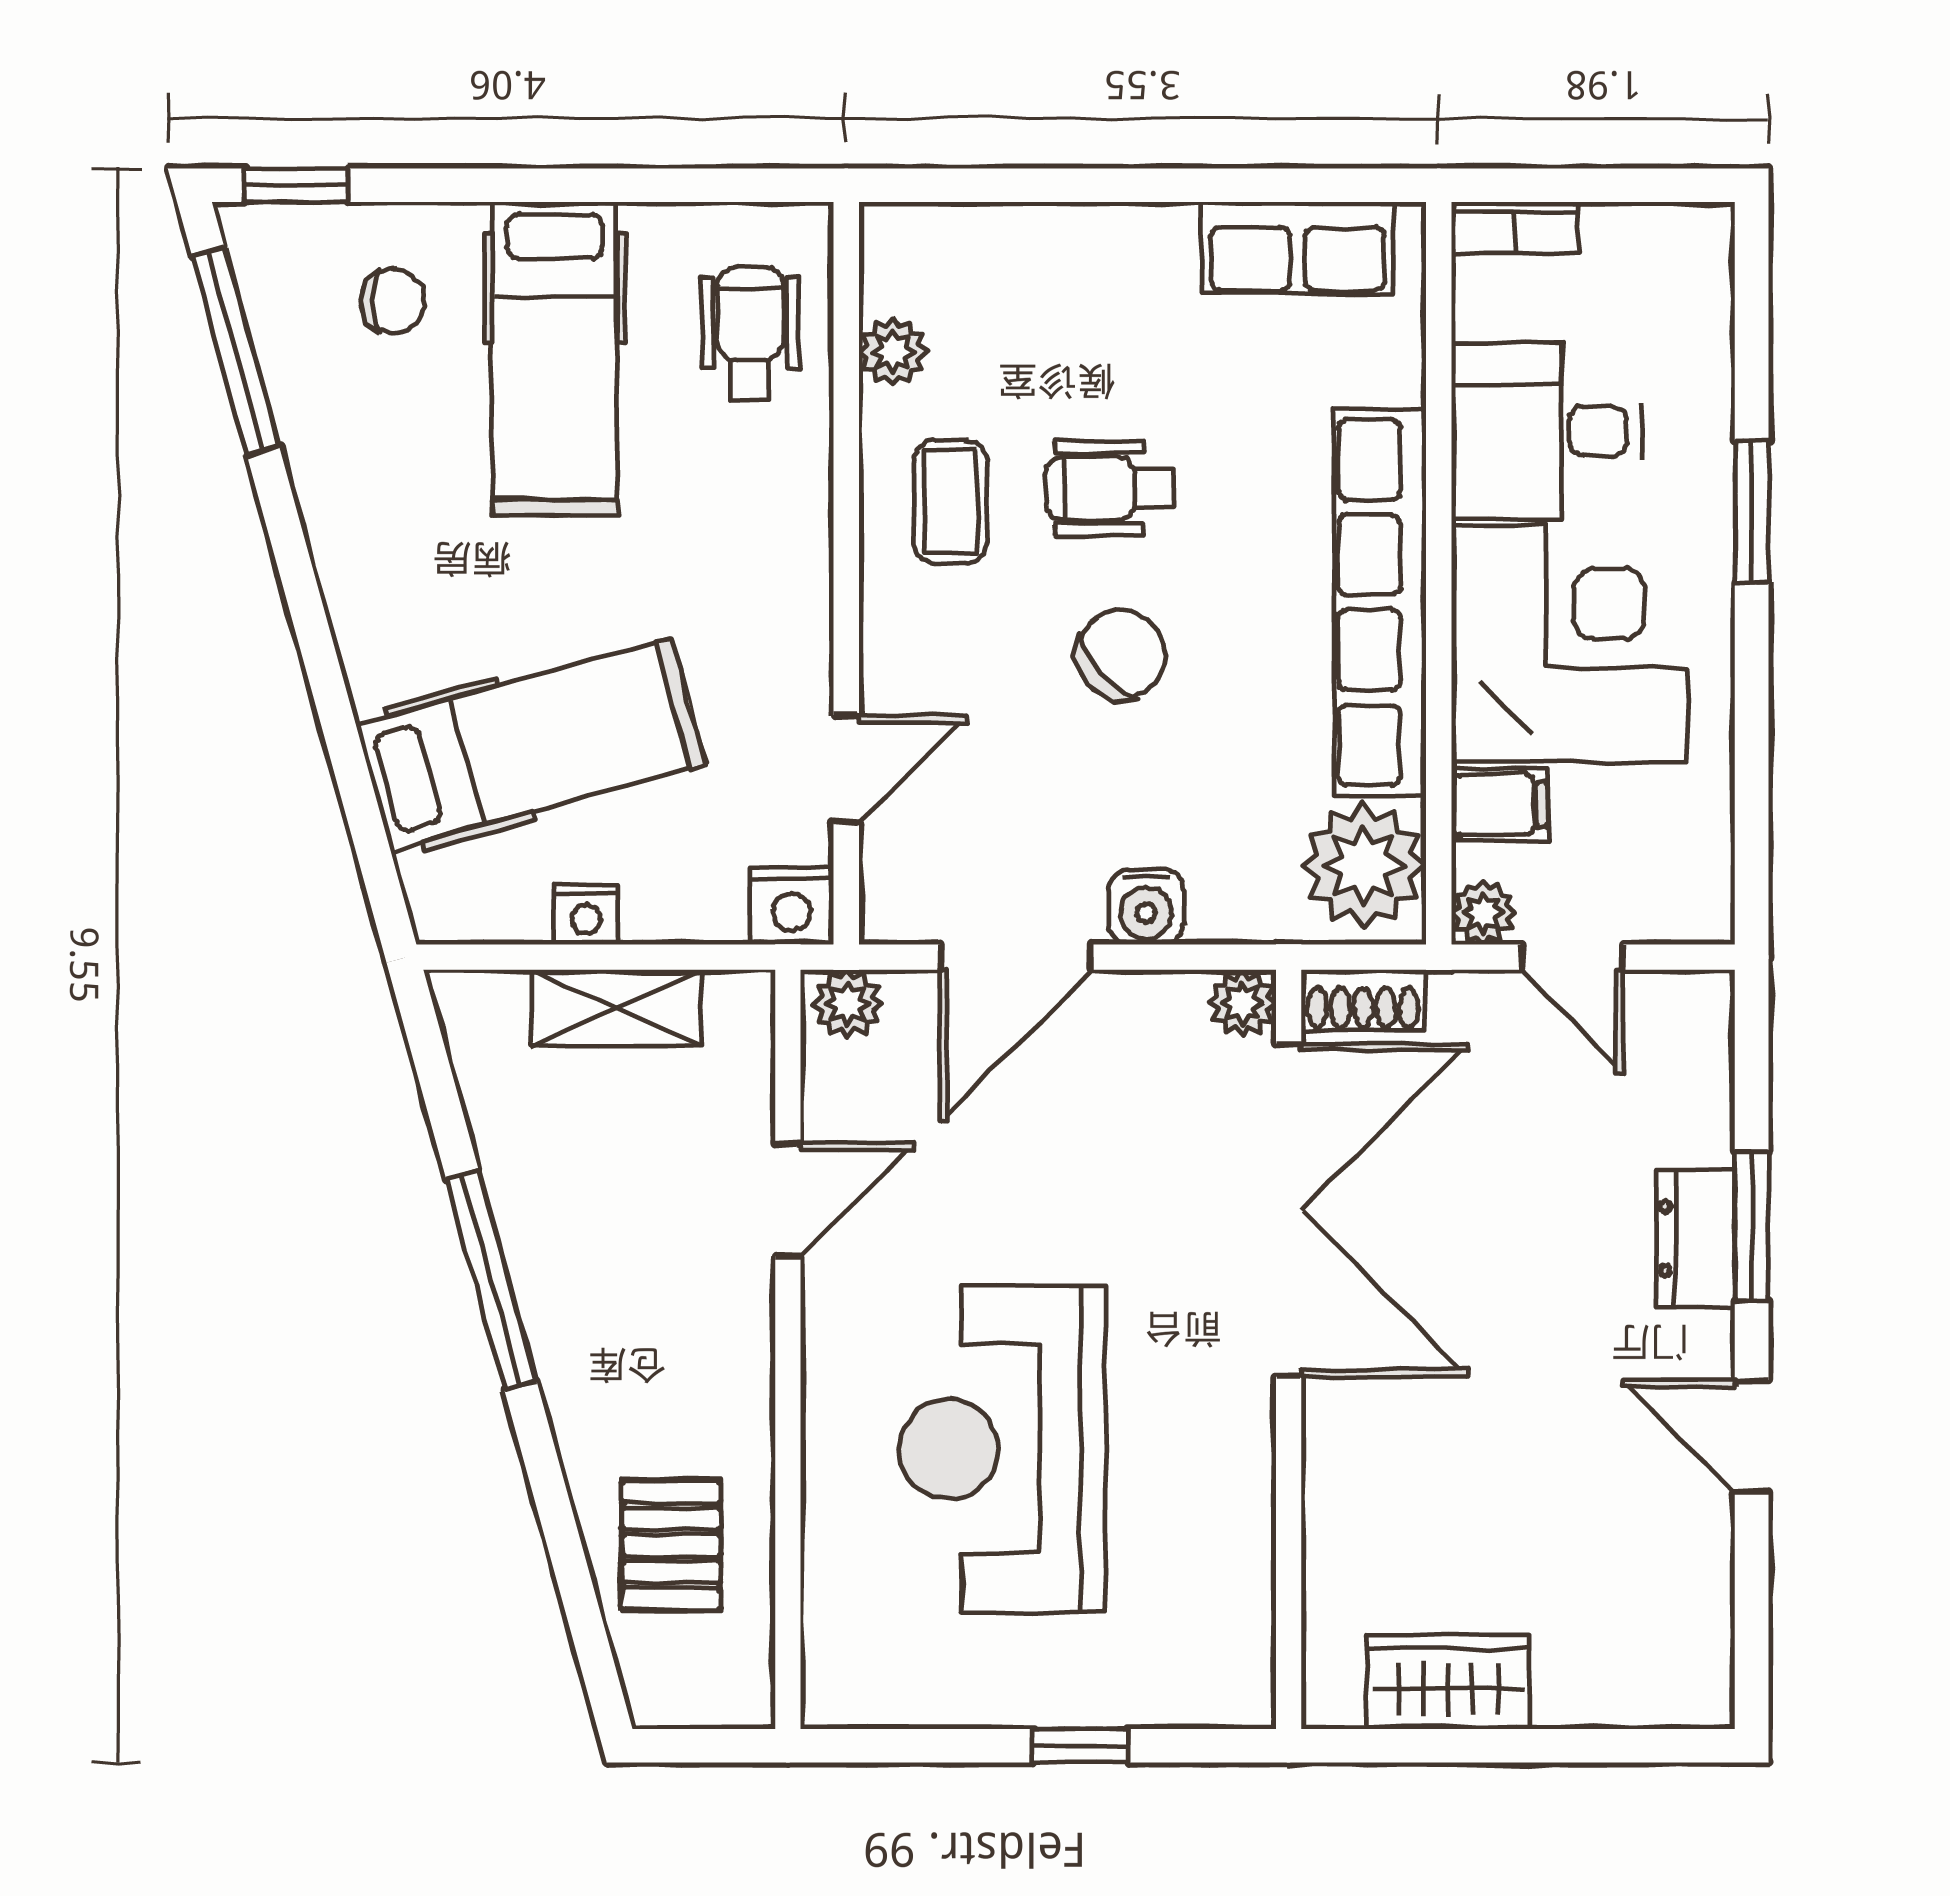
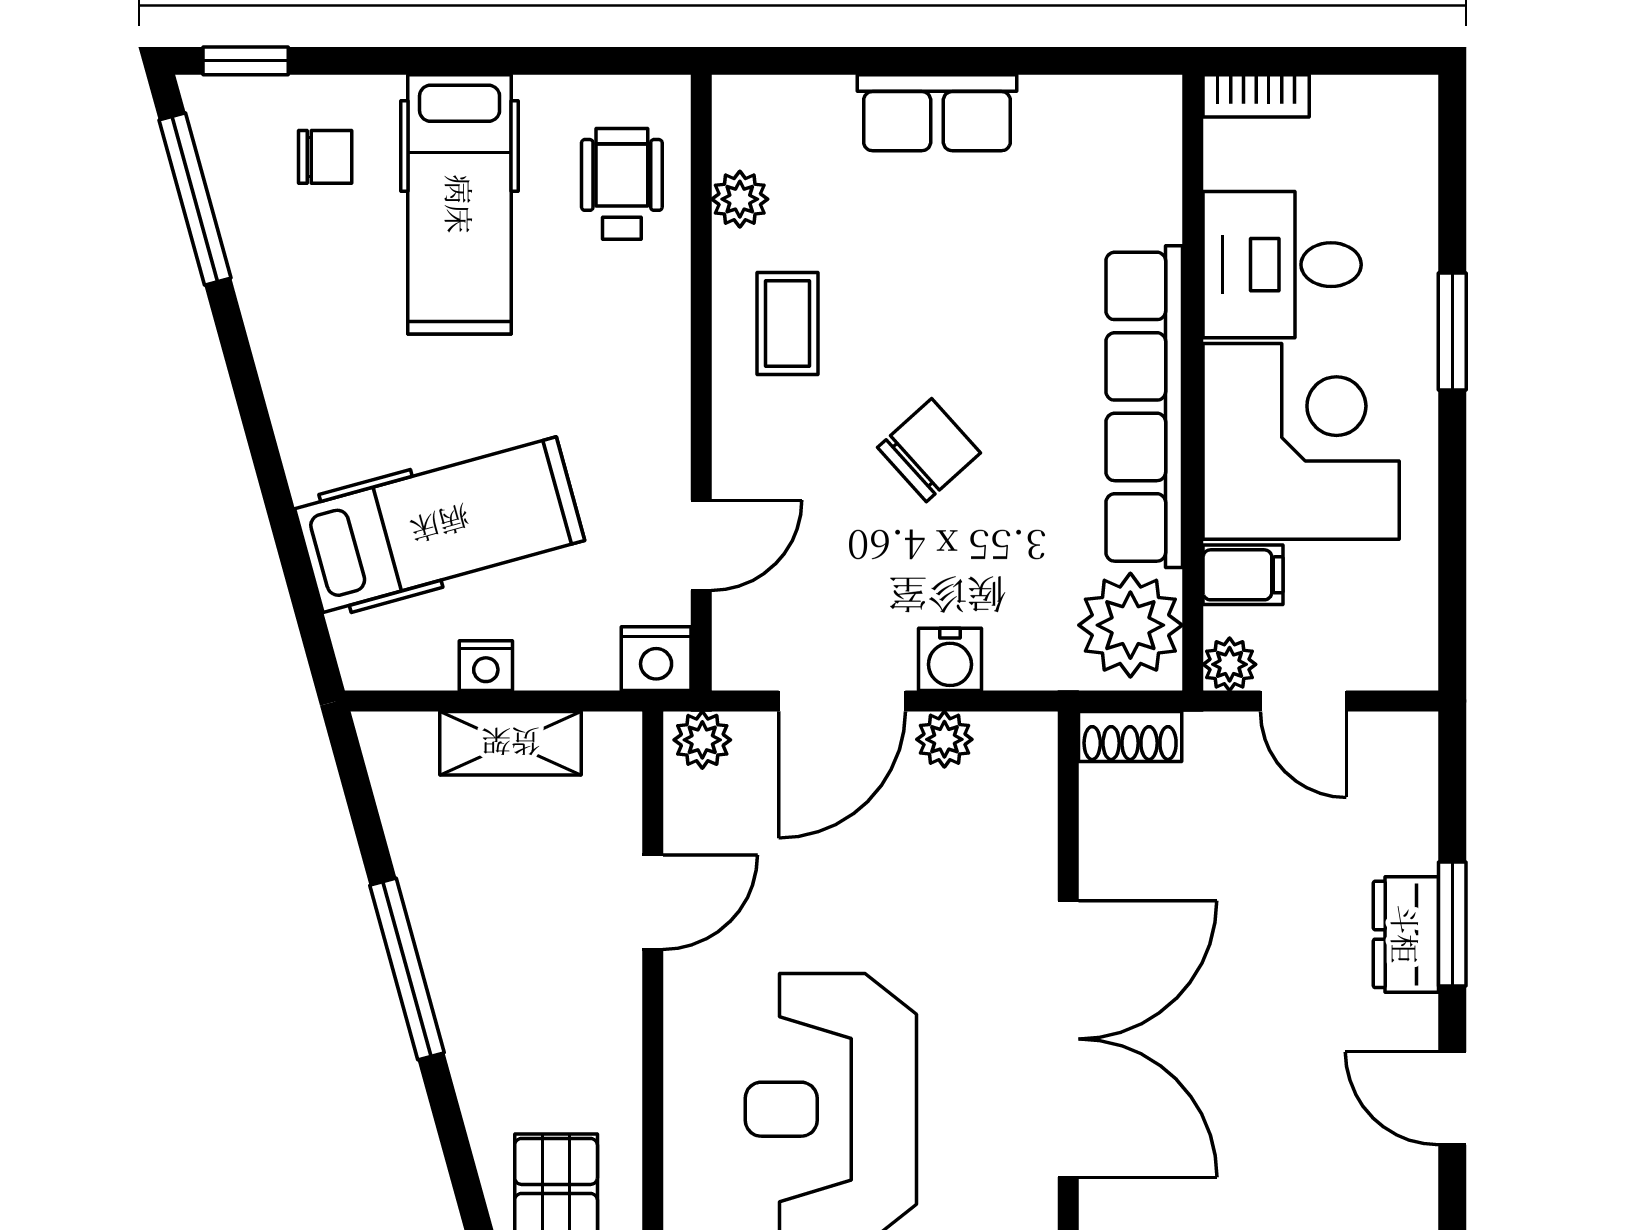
row of seats: (1298, 248) -> (937, 113), moved
wheelchair: (1109, 488) -> (920, 312), removed
plant: (1243, 1003) -> (944, 739), moved
double door: (1289, 1210) -> (1068, 1039), moved

